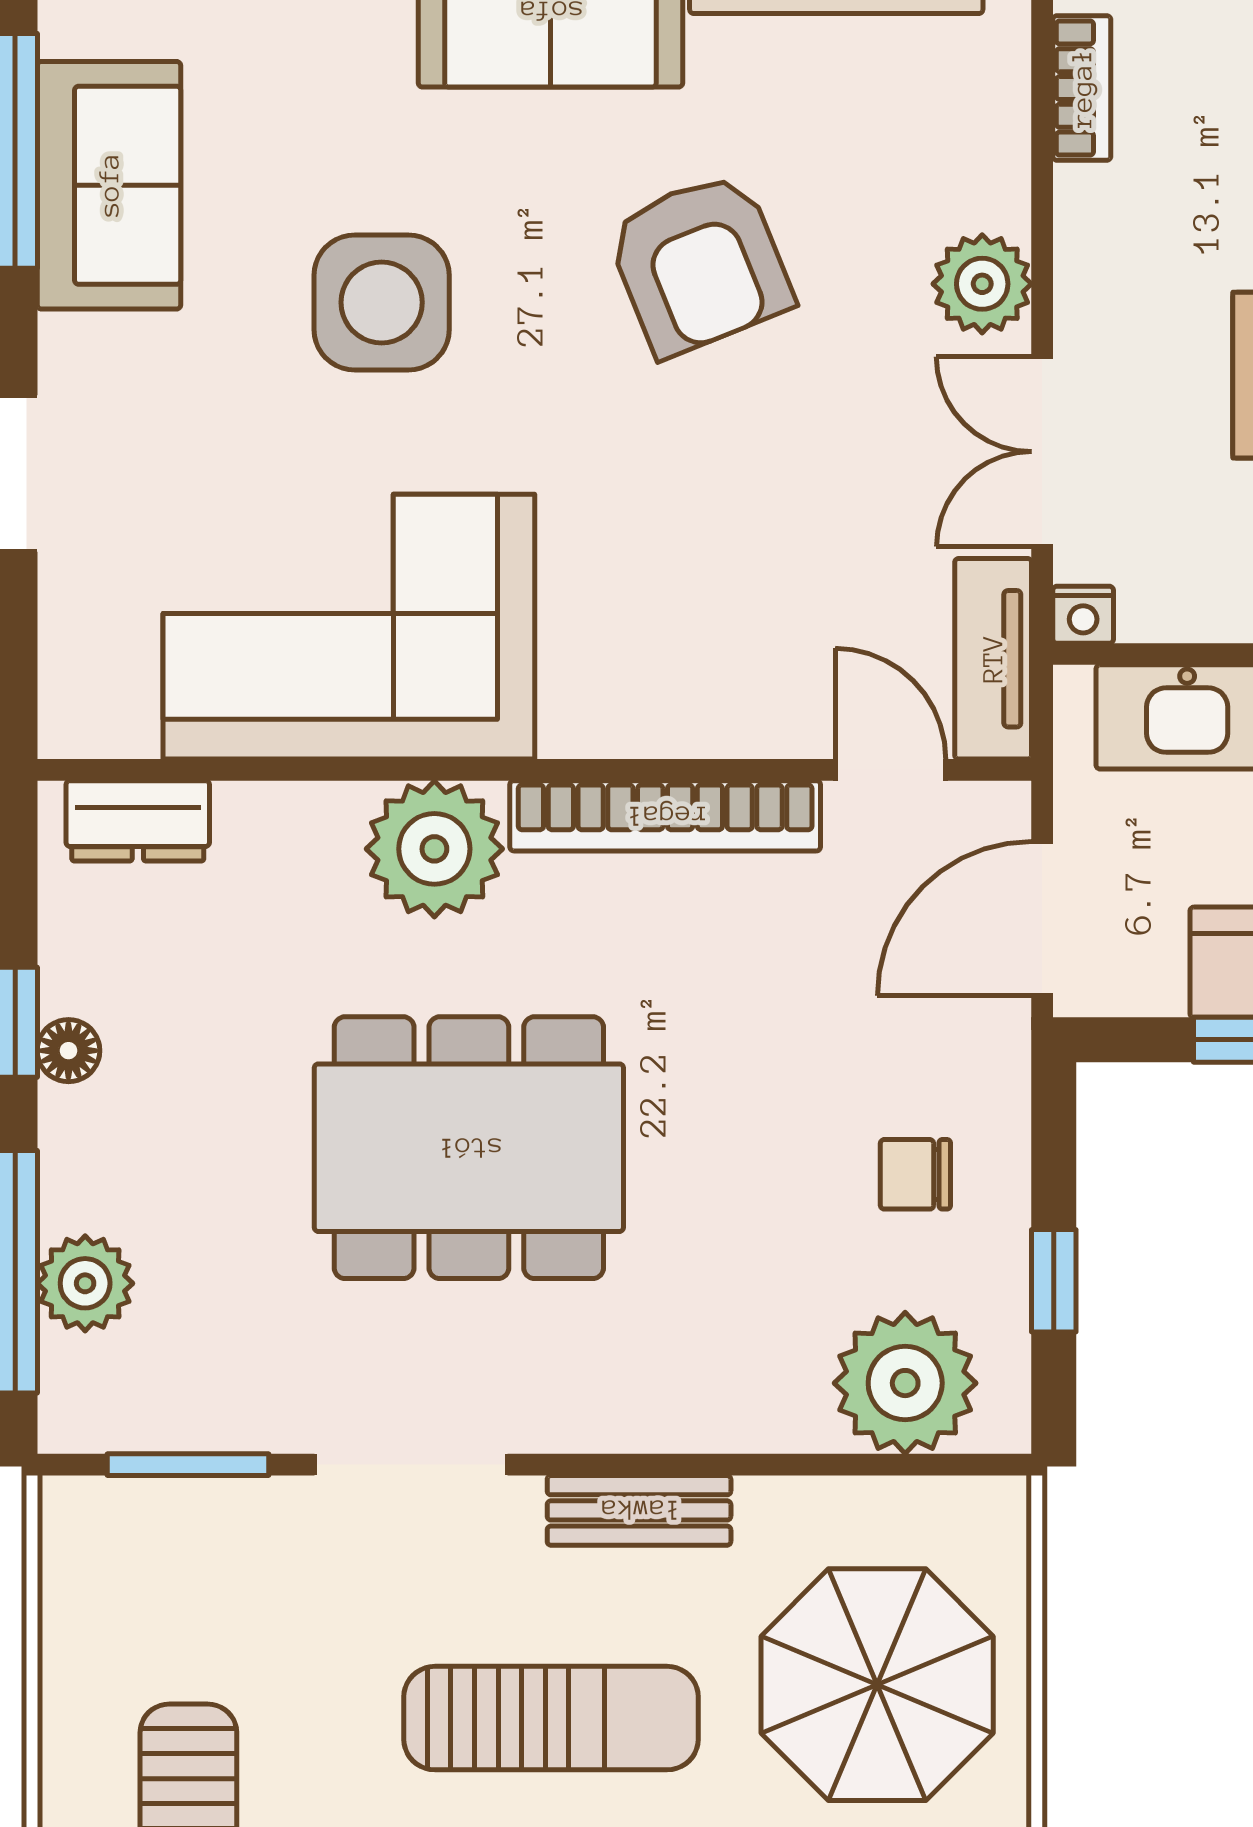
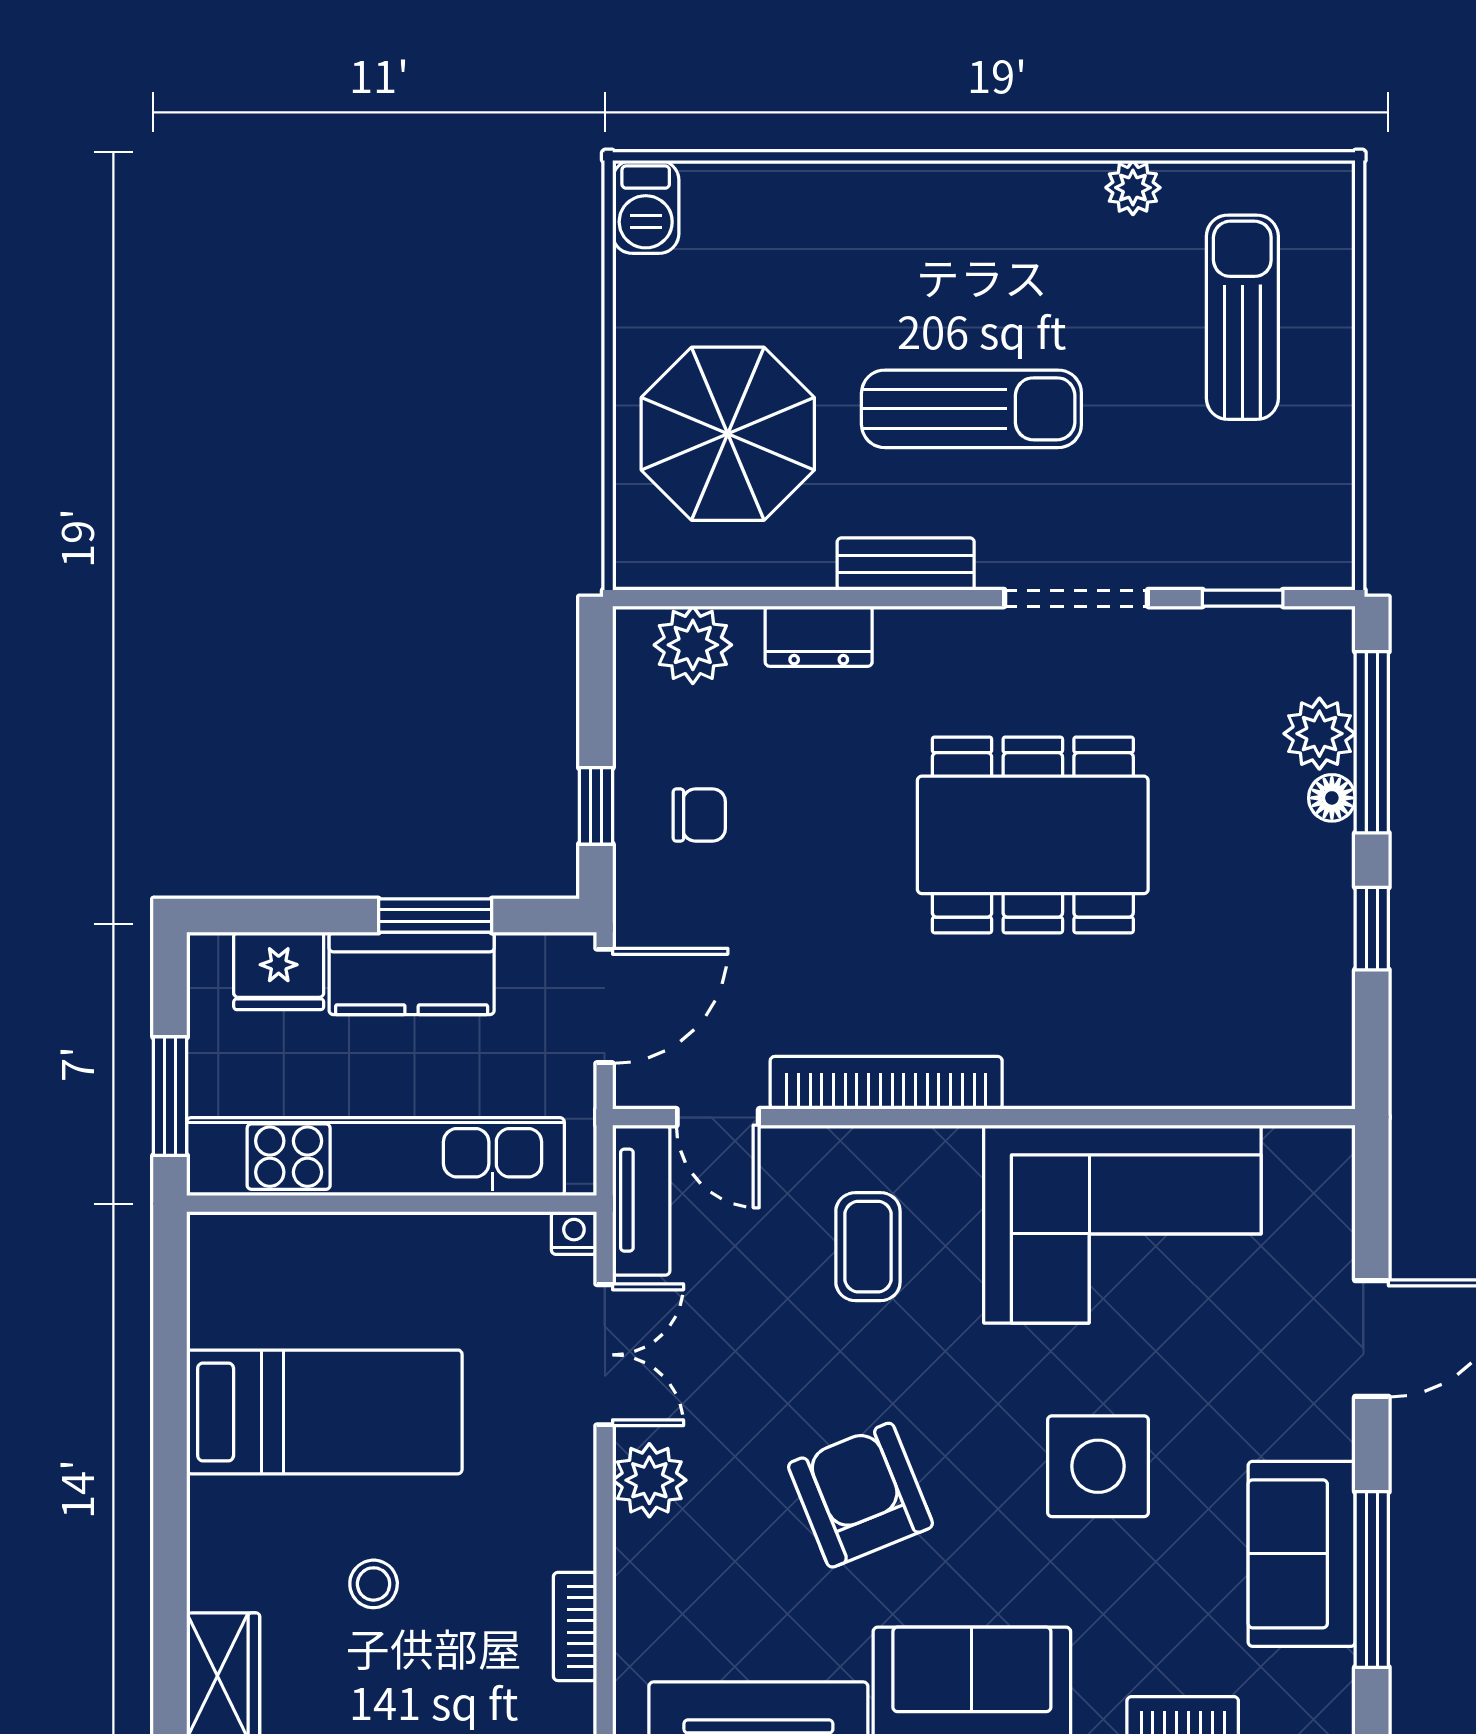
coffee table: (690, 596) -> (868, 1247), added
dresser: (138, 821) -> (819, 636), moved, turned 180
plant: (434, 849) -> (1059, 1058), removed
floor lamp: (68, 1051) -> (1332, 798), moved
window: (1054, 1281) -> (596, 806), moved
plant: (905, 1383) -> (693, 645), width x0.73, depth x0.73
window: (188, 1465) -> (1243, 598), width x0.67
sun lounger: (551, 1718) -> (971, 409), turned 180

